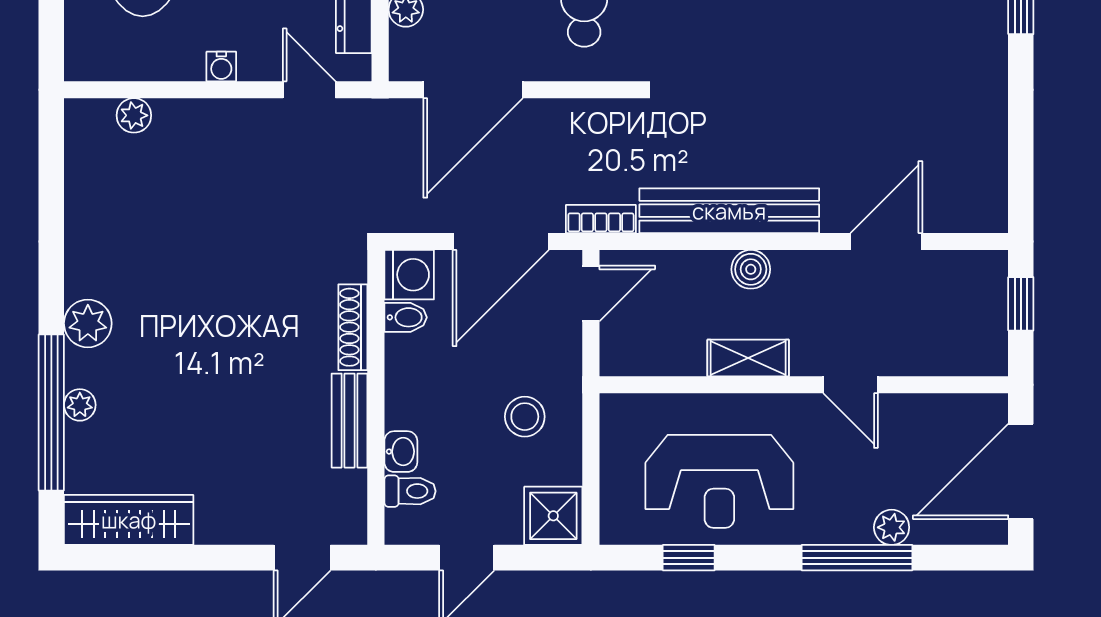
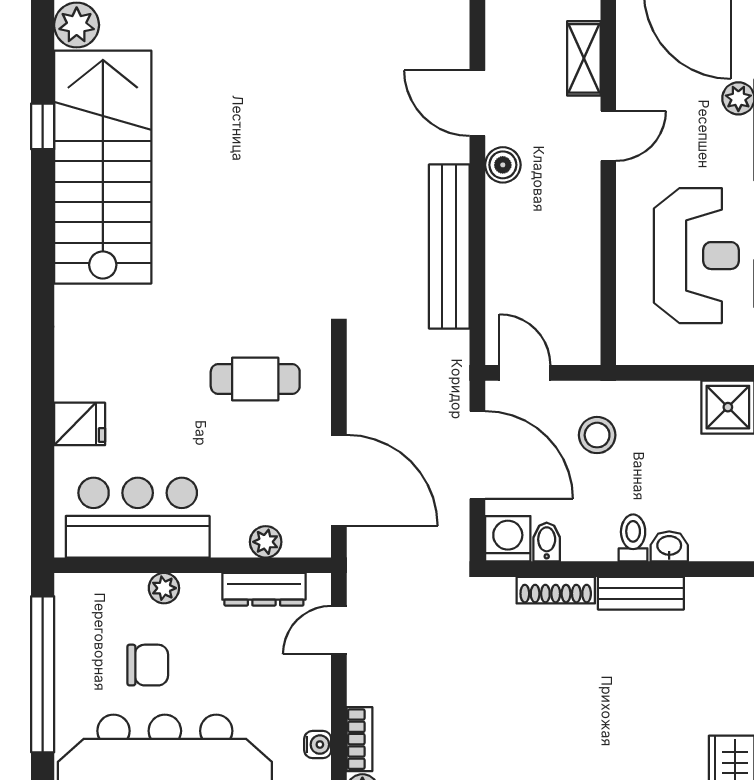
water cooler: (221, 66) -> (318, 745), moved
bookcase: (601, 219) -> (359, 739), moved, turned 180
boiler: (751, 269) -> (503, 165), moved
shelving: (748, 358) -> (584, 58), moved
stool: (525, 417) -> (597, 435), moved
toilet: (410, 491) -> (633, 538), moved

